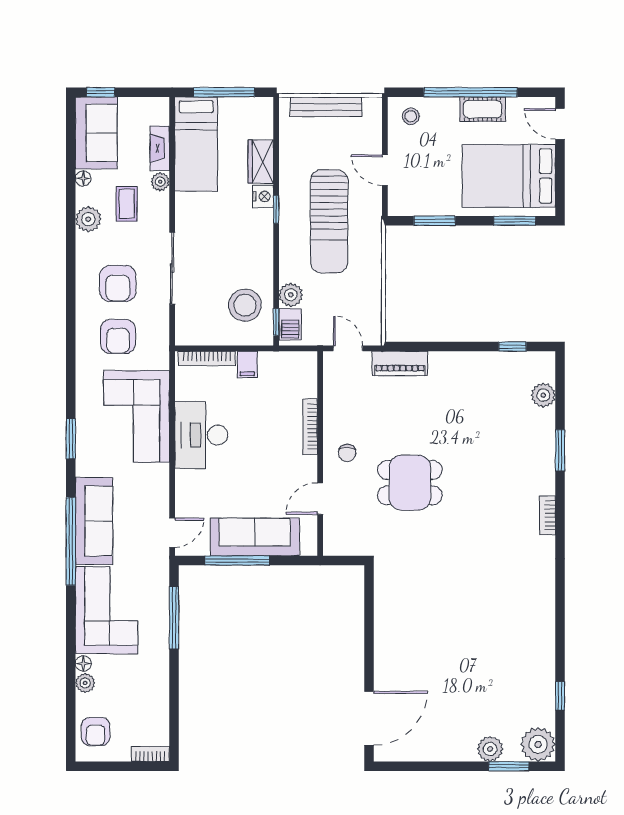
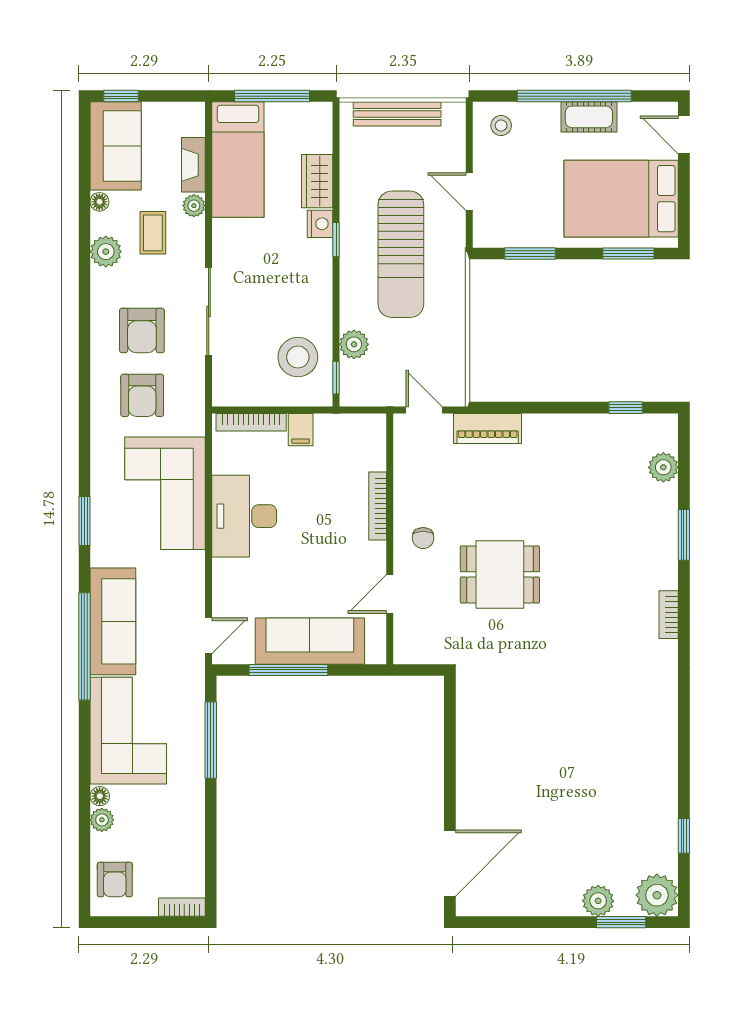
barbecue: (290, 324) -> (353, 380), removed

